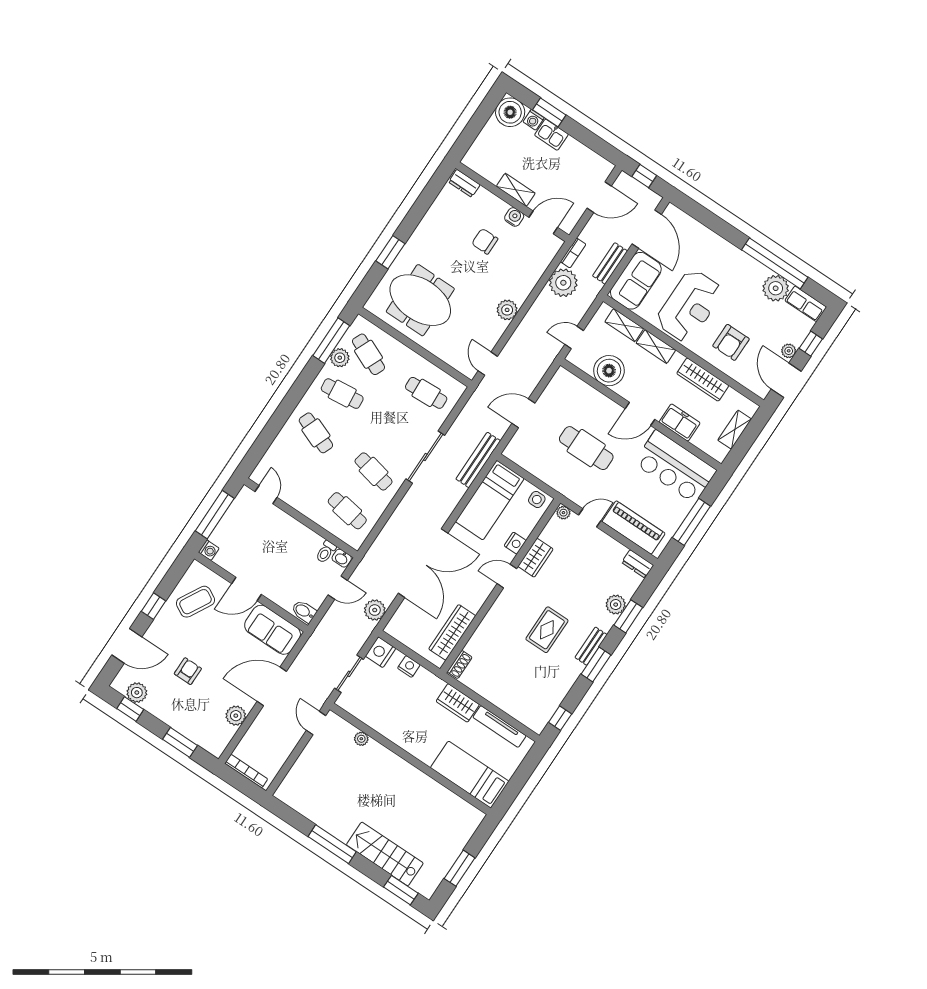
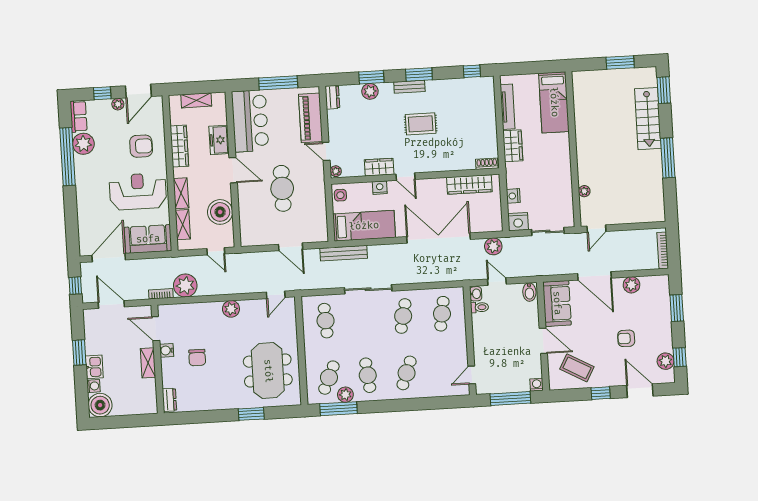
window: (549, 112) -> (79, 352), moved
bench: (610, 263) -> (149, 265), removed

